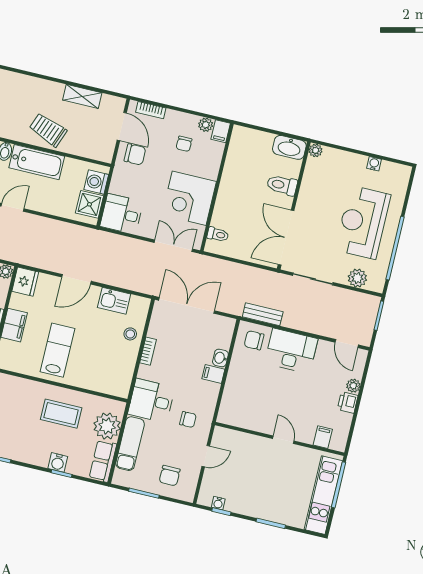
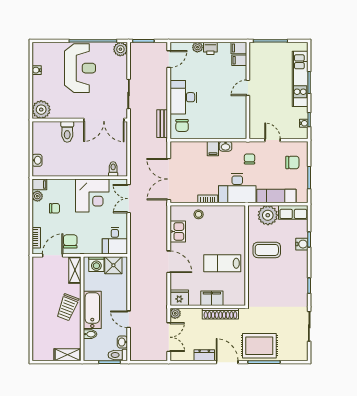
shelving: (82, 96) -> (75, 270), moved
washbasin: (289, 147) -> (37, 160), moved, width x0.52, depth x0.69
plant: (316, 150) -> (41, 110), width x1.87, depth x1.87
reception desk: (363, 222) -> (80, 68), turned -90
plant: (357, 278) -> (120, 49), moved
washbasin: (220, 358) -> (226, 146), moved
desk: (151, 401) -> (237, 188), width x1.37
coffee table: (61, 414) -> (267, 250), turned 90
filing cabinet: (339, 440) -> (239, 48), added
kitchen unit: (323, 495) -> (300, 79), moved, turned 90

